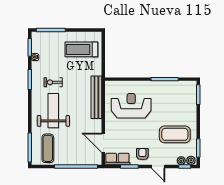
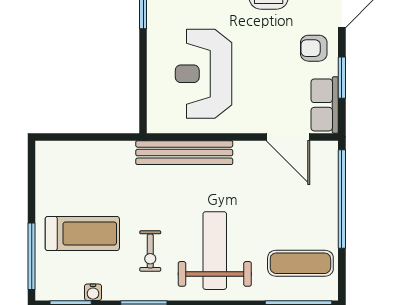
treadmill: (81, 49) -> (82, 233), moved, turned -90
weight bench: (53, 111) -> (215, 251), turned 90
door: (103, 143) -> (288, 137), hinge flipped

